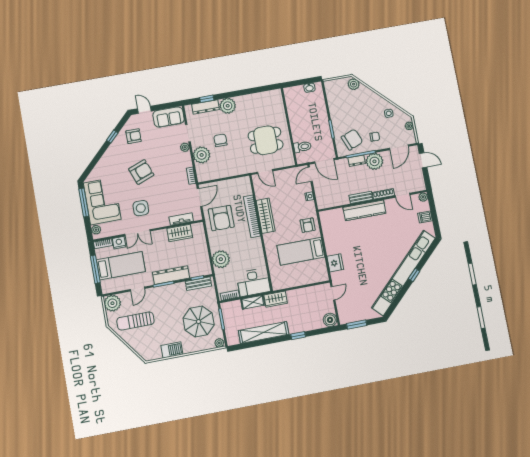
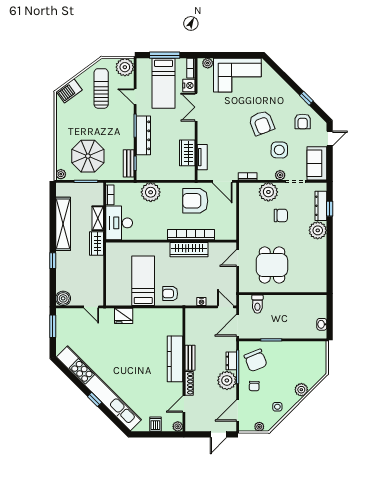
plant: (354, 84) -> (301, 390), moved
door: (399, 147) -> (238, 410), hinge flipped
window: (84, 203) -> (239, 55), removed
side table: (141, 208) -> (279, 150), moved
barbecue: (172, 350) -> (69, 91), moved, turned 54

